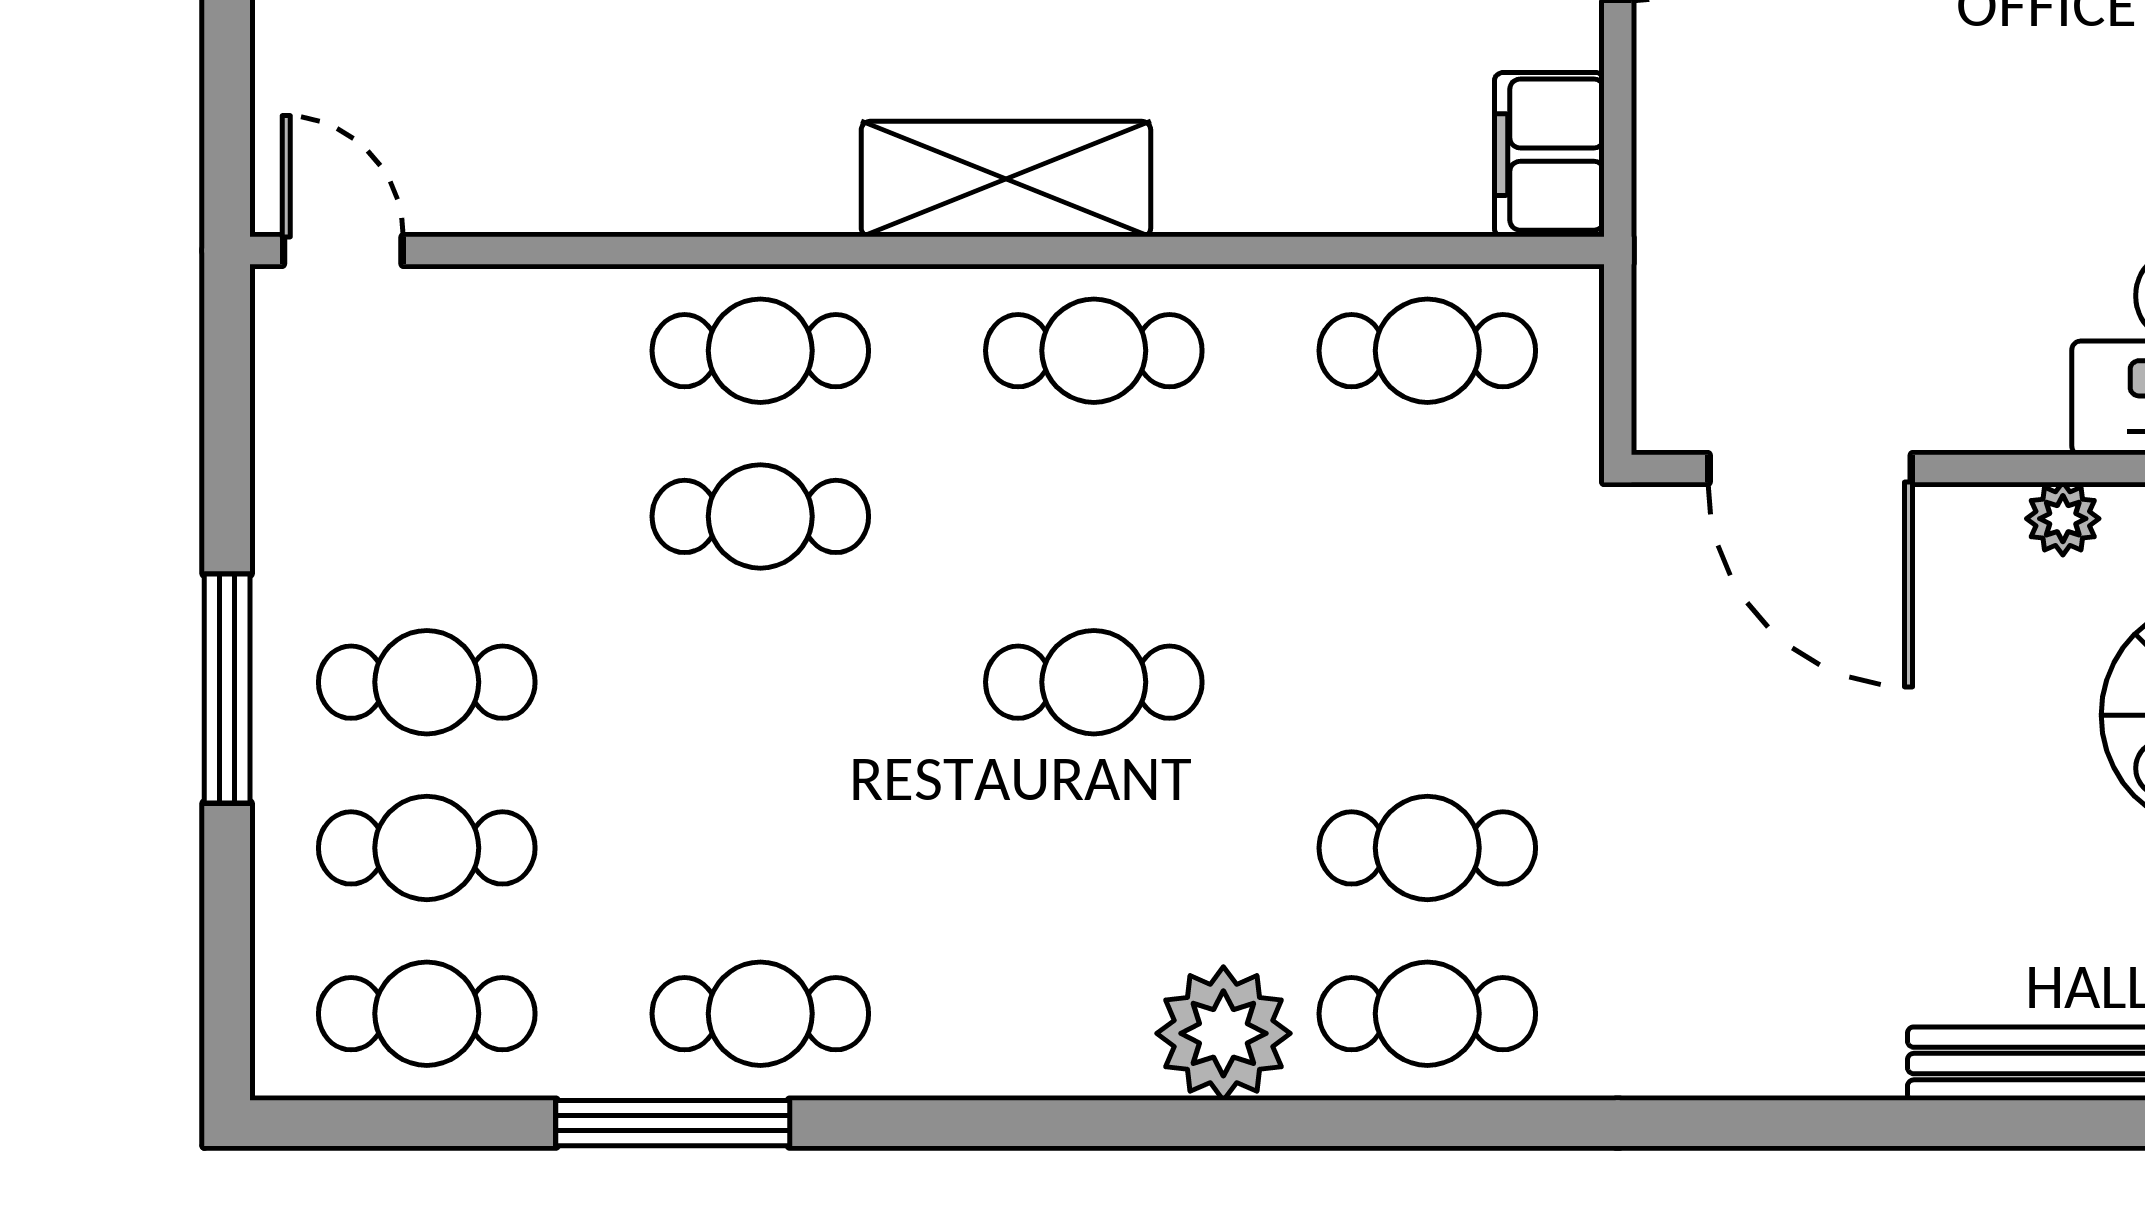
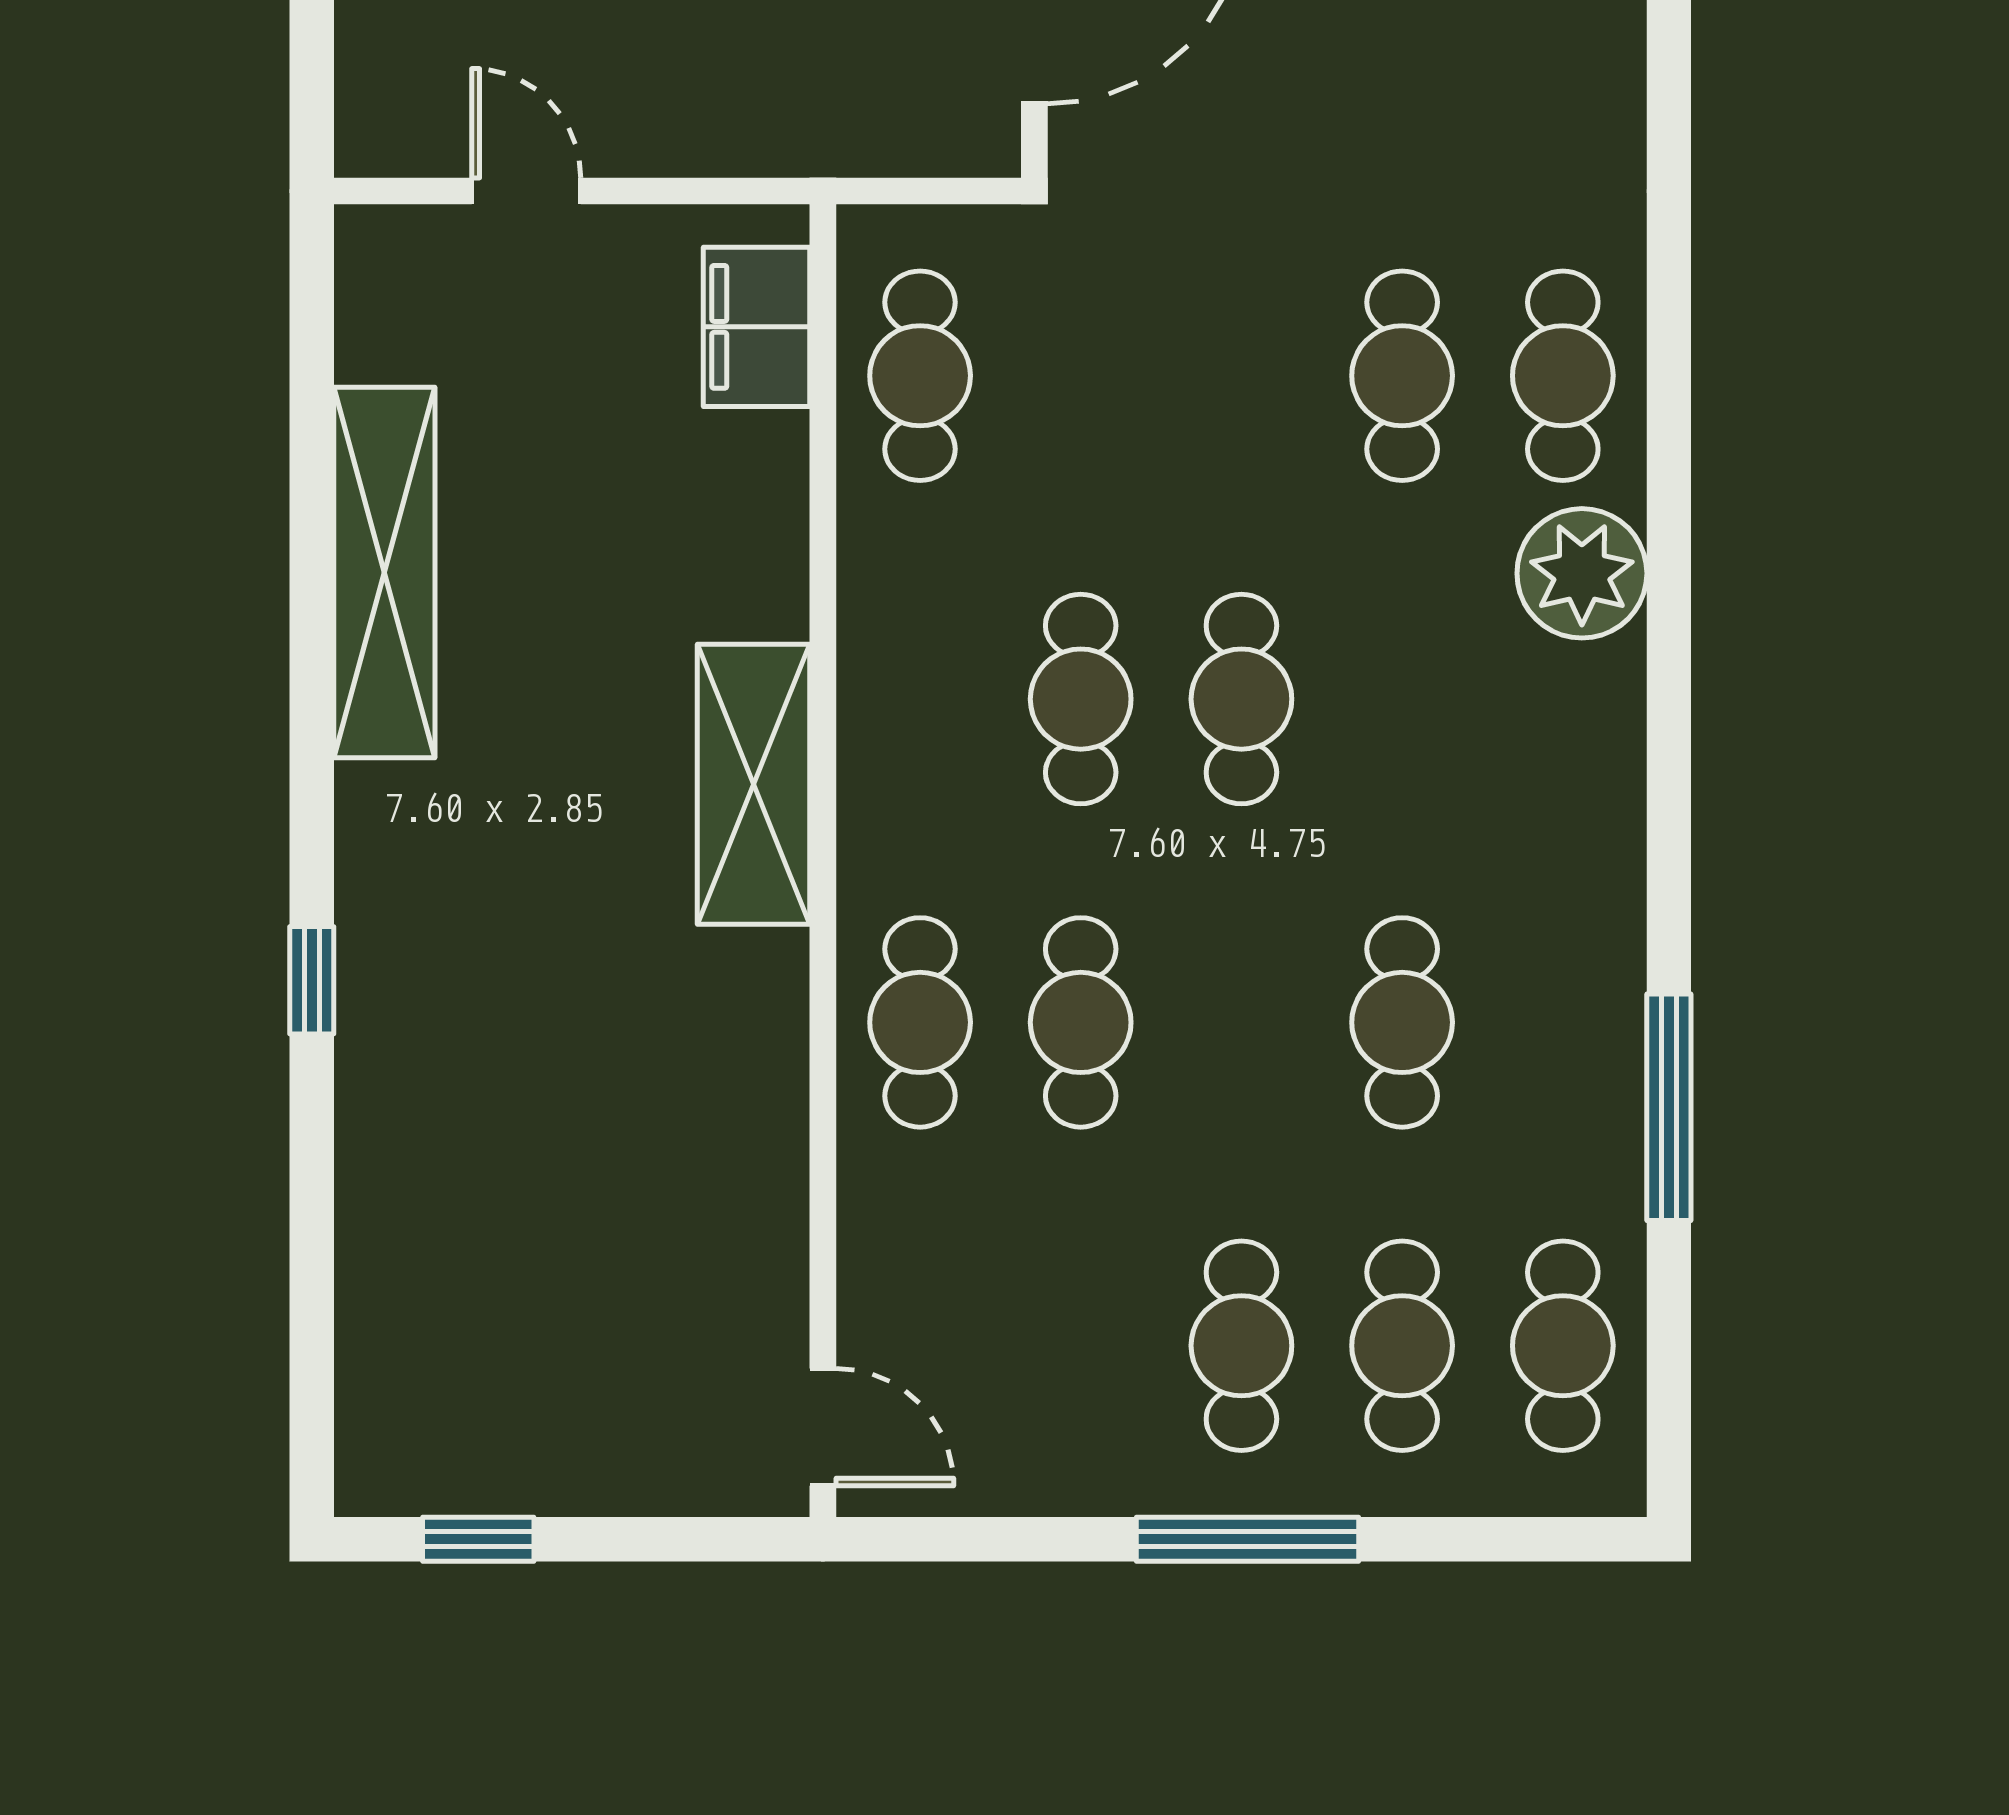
filing cabinet: (1549, 155) -> (756, 327), moved, turned 90
door: (343, 250) -> (823, 1427), swing flipped
cafe table: (1094, 351) -> (1081, 699), moved
cafe table: (760, 1014) -> (1402, 1022), moved

